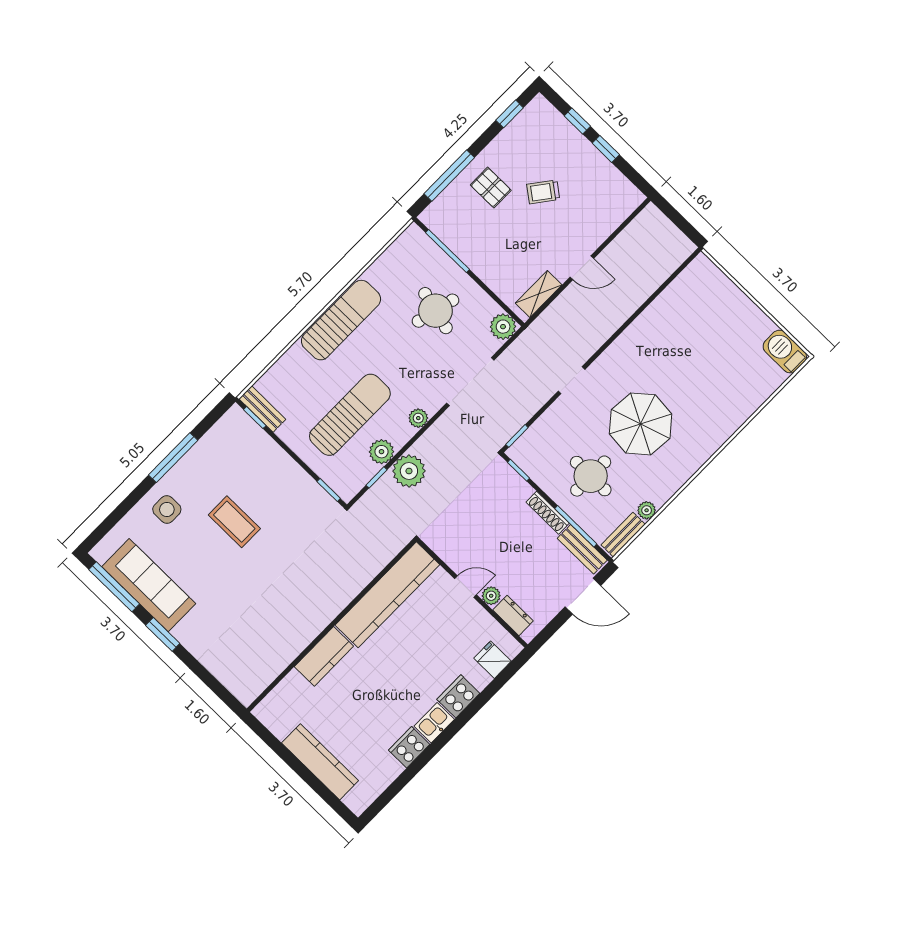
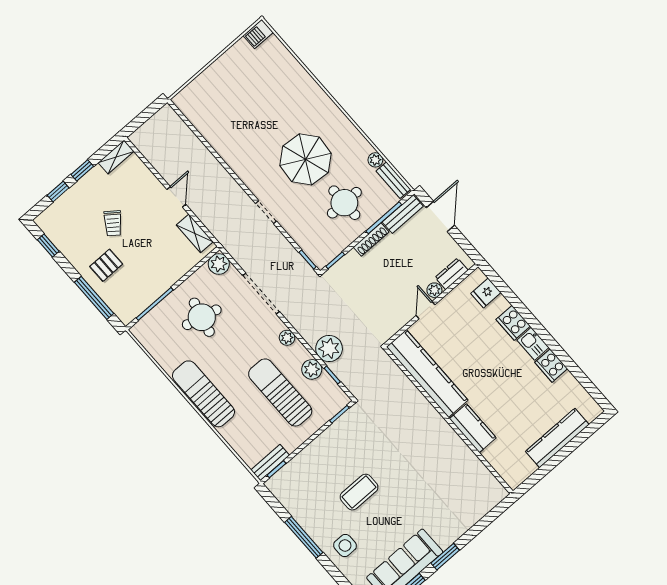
shelving: (625, 189) -> (116, 157), added
barbecue: (785, 351) -> (258, 34), width x0.73, depth x0.79

